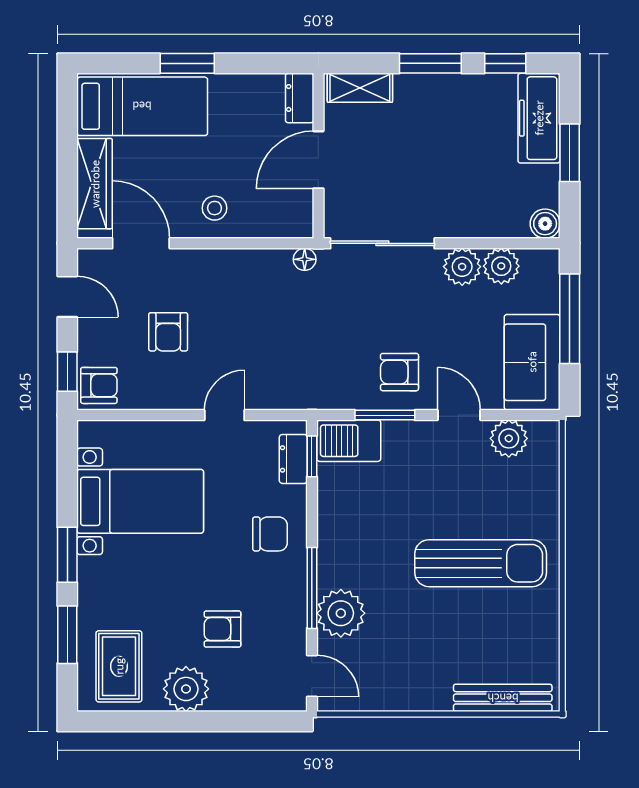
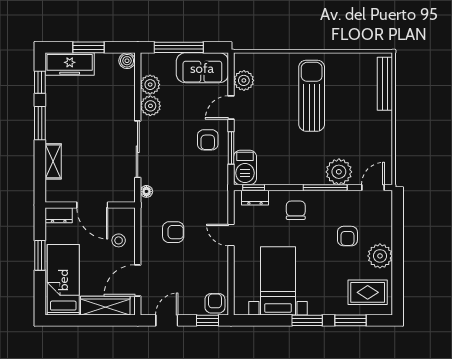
dresser: (300, 98) -> (59, 215), moved
wall: (318, 156) -> (90, 205), moved
door: (318, 160) -> (92, 205), moved
armchair: (168, 332) -> (173, 232), moved

